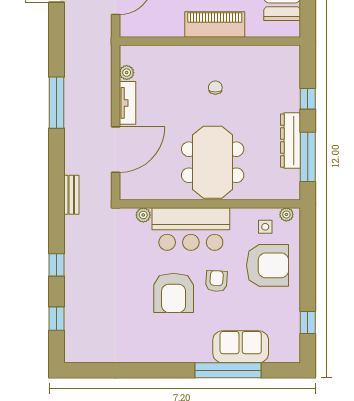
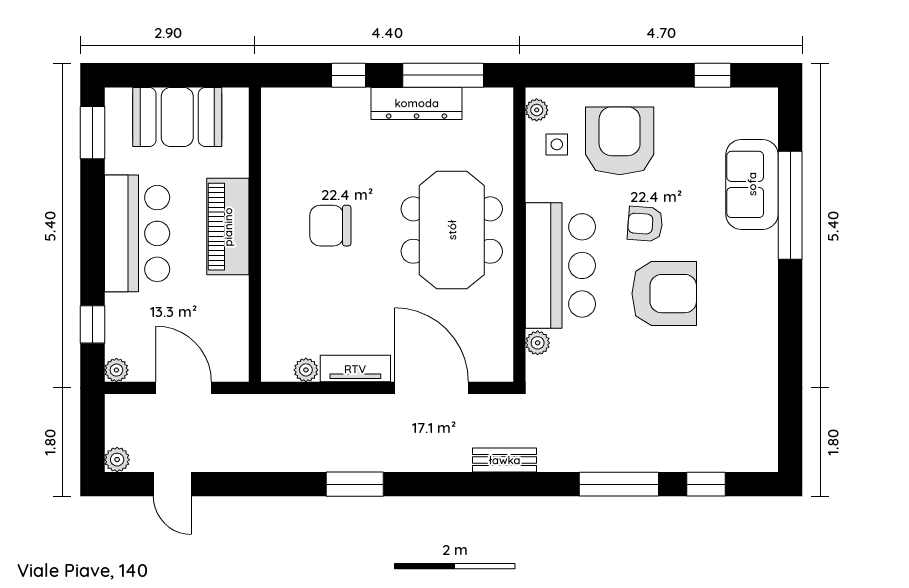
chair: (215, 88) -> (330, 226), width x1.87, depth x1.87
window: (56, 103) -> (355, 484), width x0.69
meeting table: (213, 162) -> (452, 230), turned 90
window: (56, 265) -> (619, 484), width x2.17

